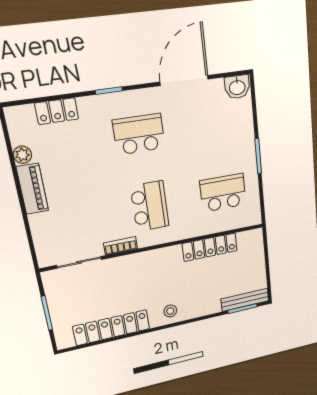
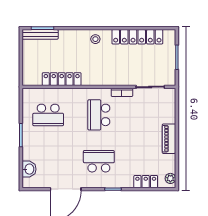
washbasin: (237, 87) -> (29, 169), moved, turned 90
school desk: (139, 134) -> (99, 161), turned 180
plant: (22, 155) -> (170, 178), moved

